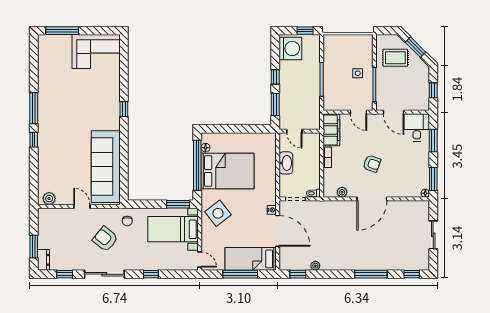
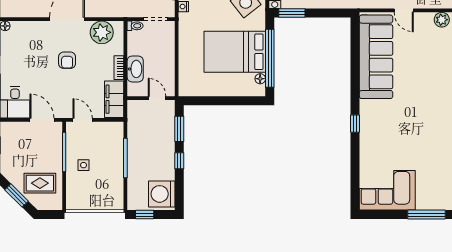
washbasin: (286, 163) -> (135, 69), moved, turned 180
armchair: (372, 164) -> (67, 60), turned -110
plant: (342, 192) -> (102, 32), width x1.88, depth x1.88

